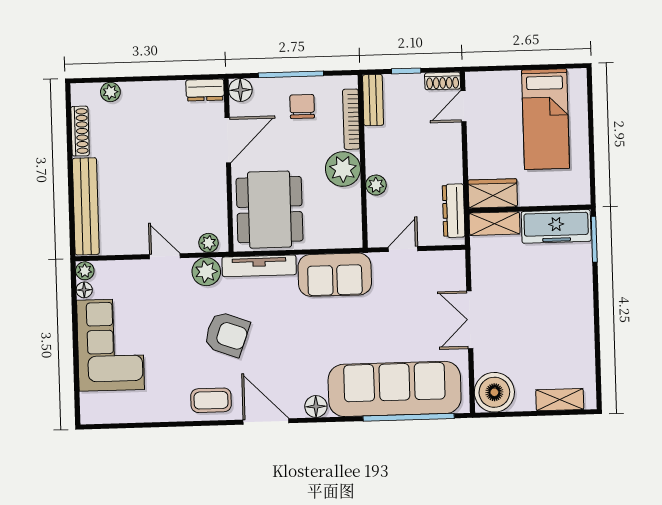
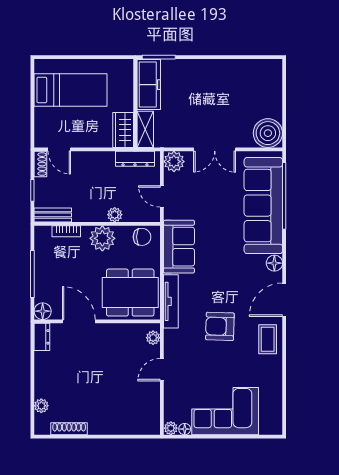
chair: (302, 106) -> (142, 237), moved, turned 180
bookcase: (351, 119) -> (66, 231), width x0.64
bench: (86, 206) -> (124, 426), removed
plant: (206, 272) -> (174, 162), moved
armchair: (227, 334) -> (220, 326), turned -108
shelving: (560, 400) -> (275, 86), removed

